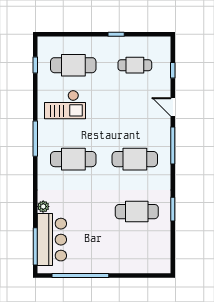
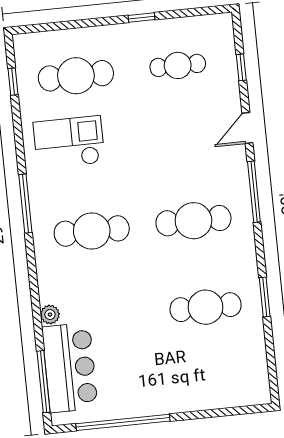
checkout: (65, 105) -> (69, 142), turned 180
door: (173, 107) -> (247, 128), hinge flipped

